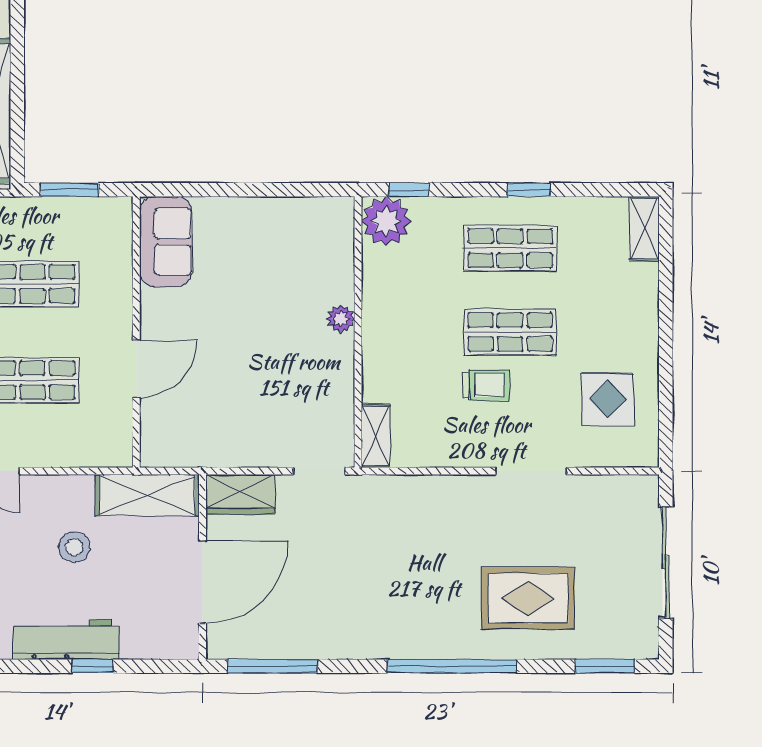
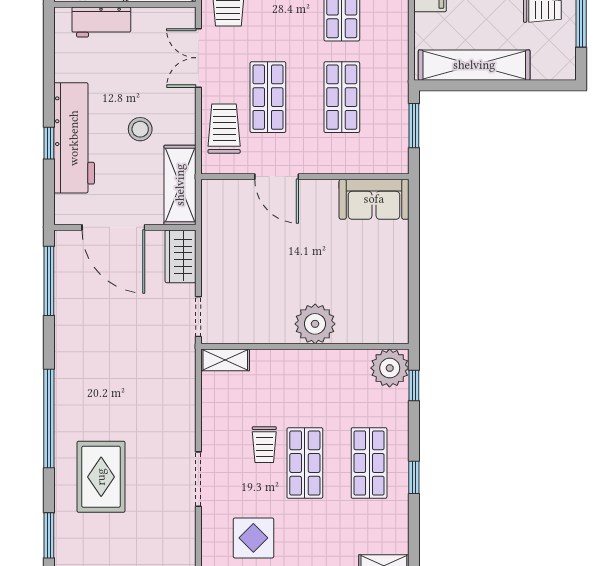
plant: (341, 319) -> (315, 324), width x1.87, depth x1.87
trolley: (74, 438) -> (224, 129), added
workbench: (66, 640) -> (74, 138), width x1.36, depth x1.32

